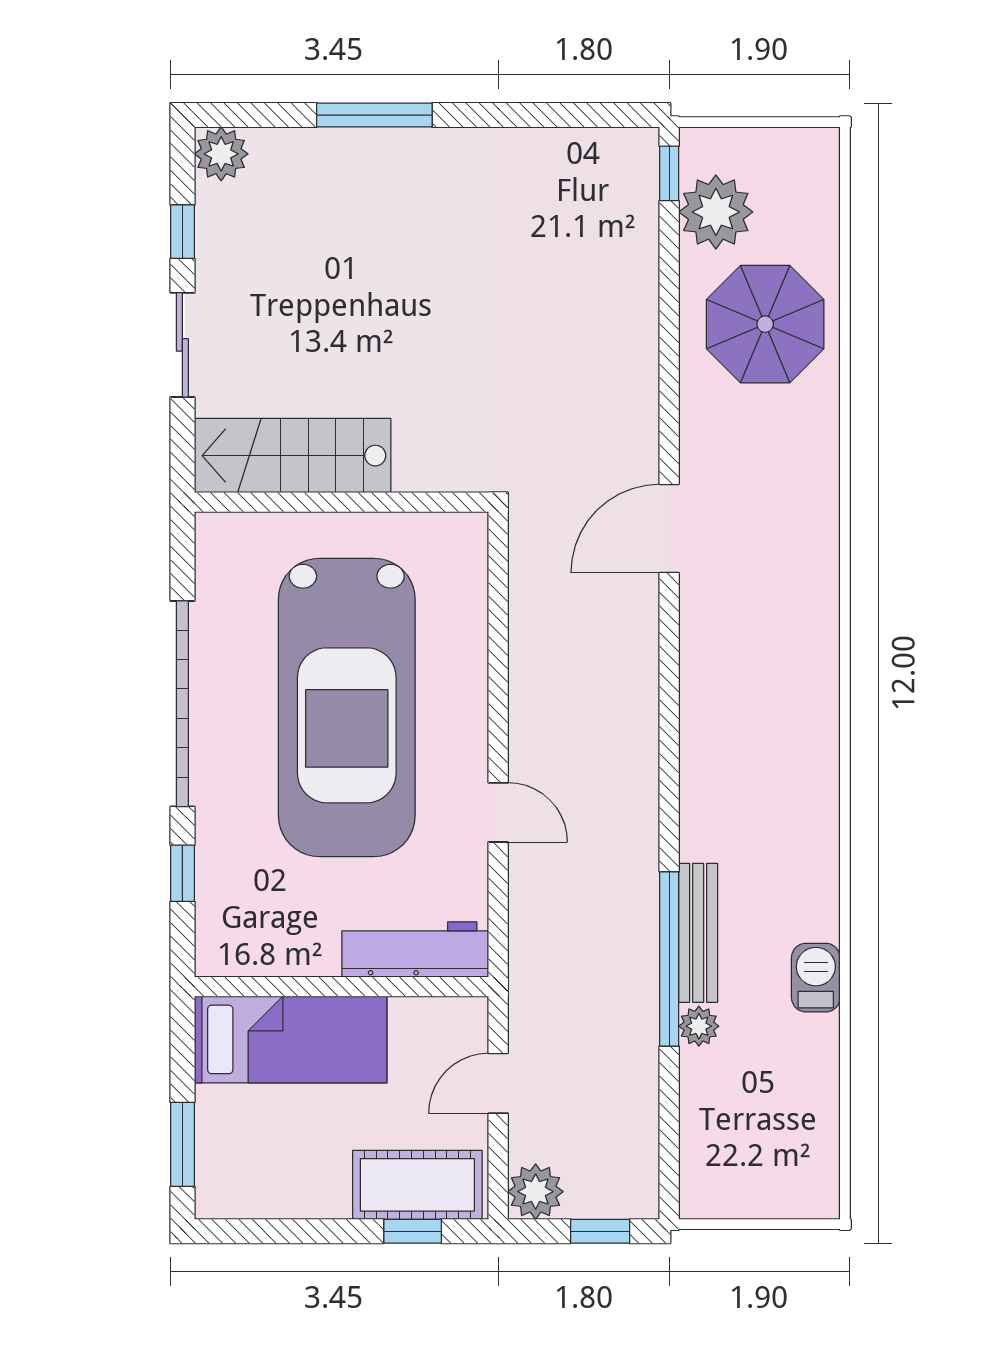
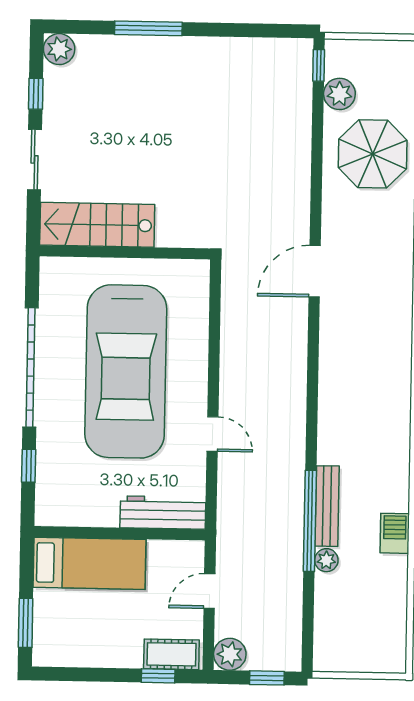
plant: (716, 212) -> (339, 94), width x0.73, depth x0.73
cot: (417, 1185) -> (171, 654), width x0.73, depth x0.75

